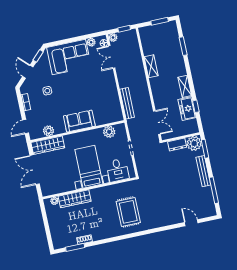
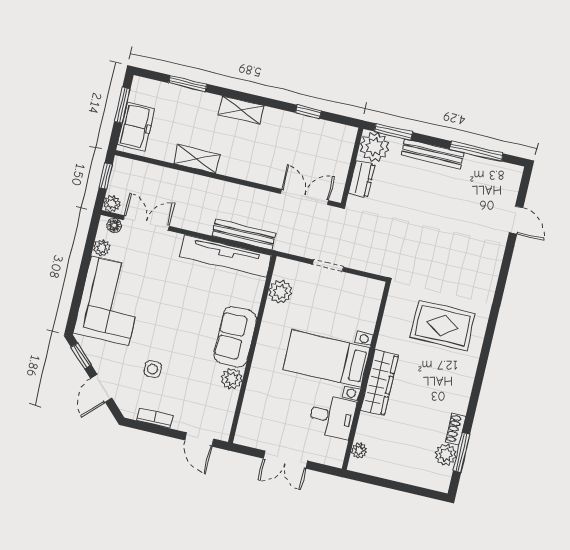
double door: (112, 57) -> (146, 223), swing flipped
door: (28, 72) -> (101, 388), hinge flipped
shelving: (185, 86) -> (241, 110), moved
tv unit: (114, 100) -> (226, 256), added
freezer: (187, 109) -> (136, 127), moved, turned -90
plant: (49, 131) -> (232, 379), moved
wardrobe: (48, 145) -> (252, 415), removed
double door: (35, 170) -> (285, 460), width x0.73
desk: (118, 170) -> (332, 417), moved
wardrobe: (75, 199) -> (379, 383), moved
door: (191, 223) -> (516, 220), swing flipped
plant: (71, 241) -> (446, 455), added

